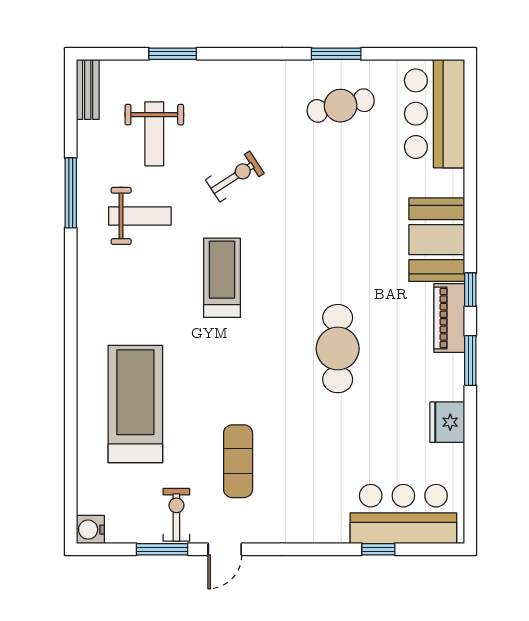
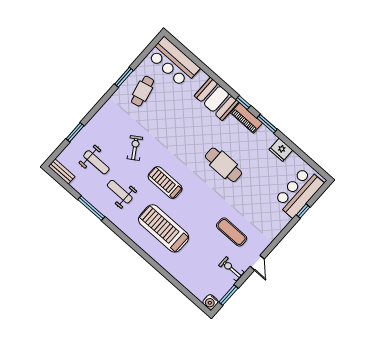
weight bench: (140, 216) -> (120, 192), turned -90
treadmill: (135, 404) -> (164, 228), moved
window: (162, 549) -> (228, 295), moved

